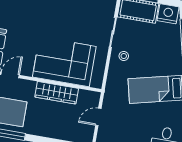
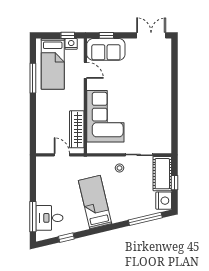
wardrobe: (57, 93) -> (77, 129), moved

